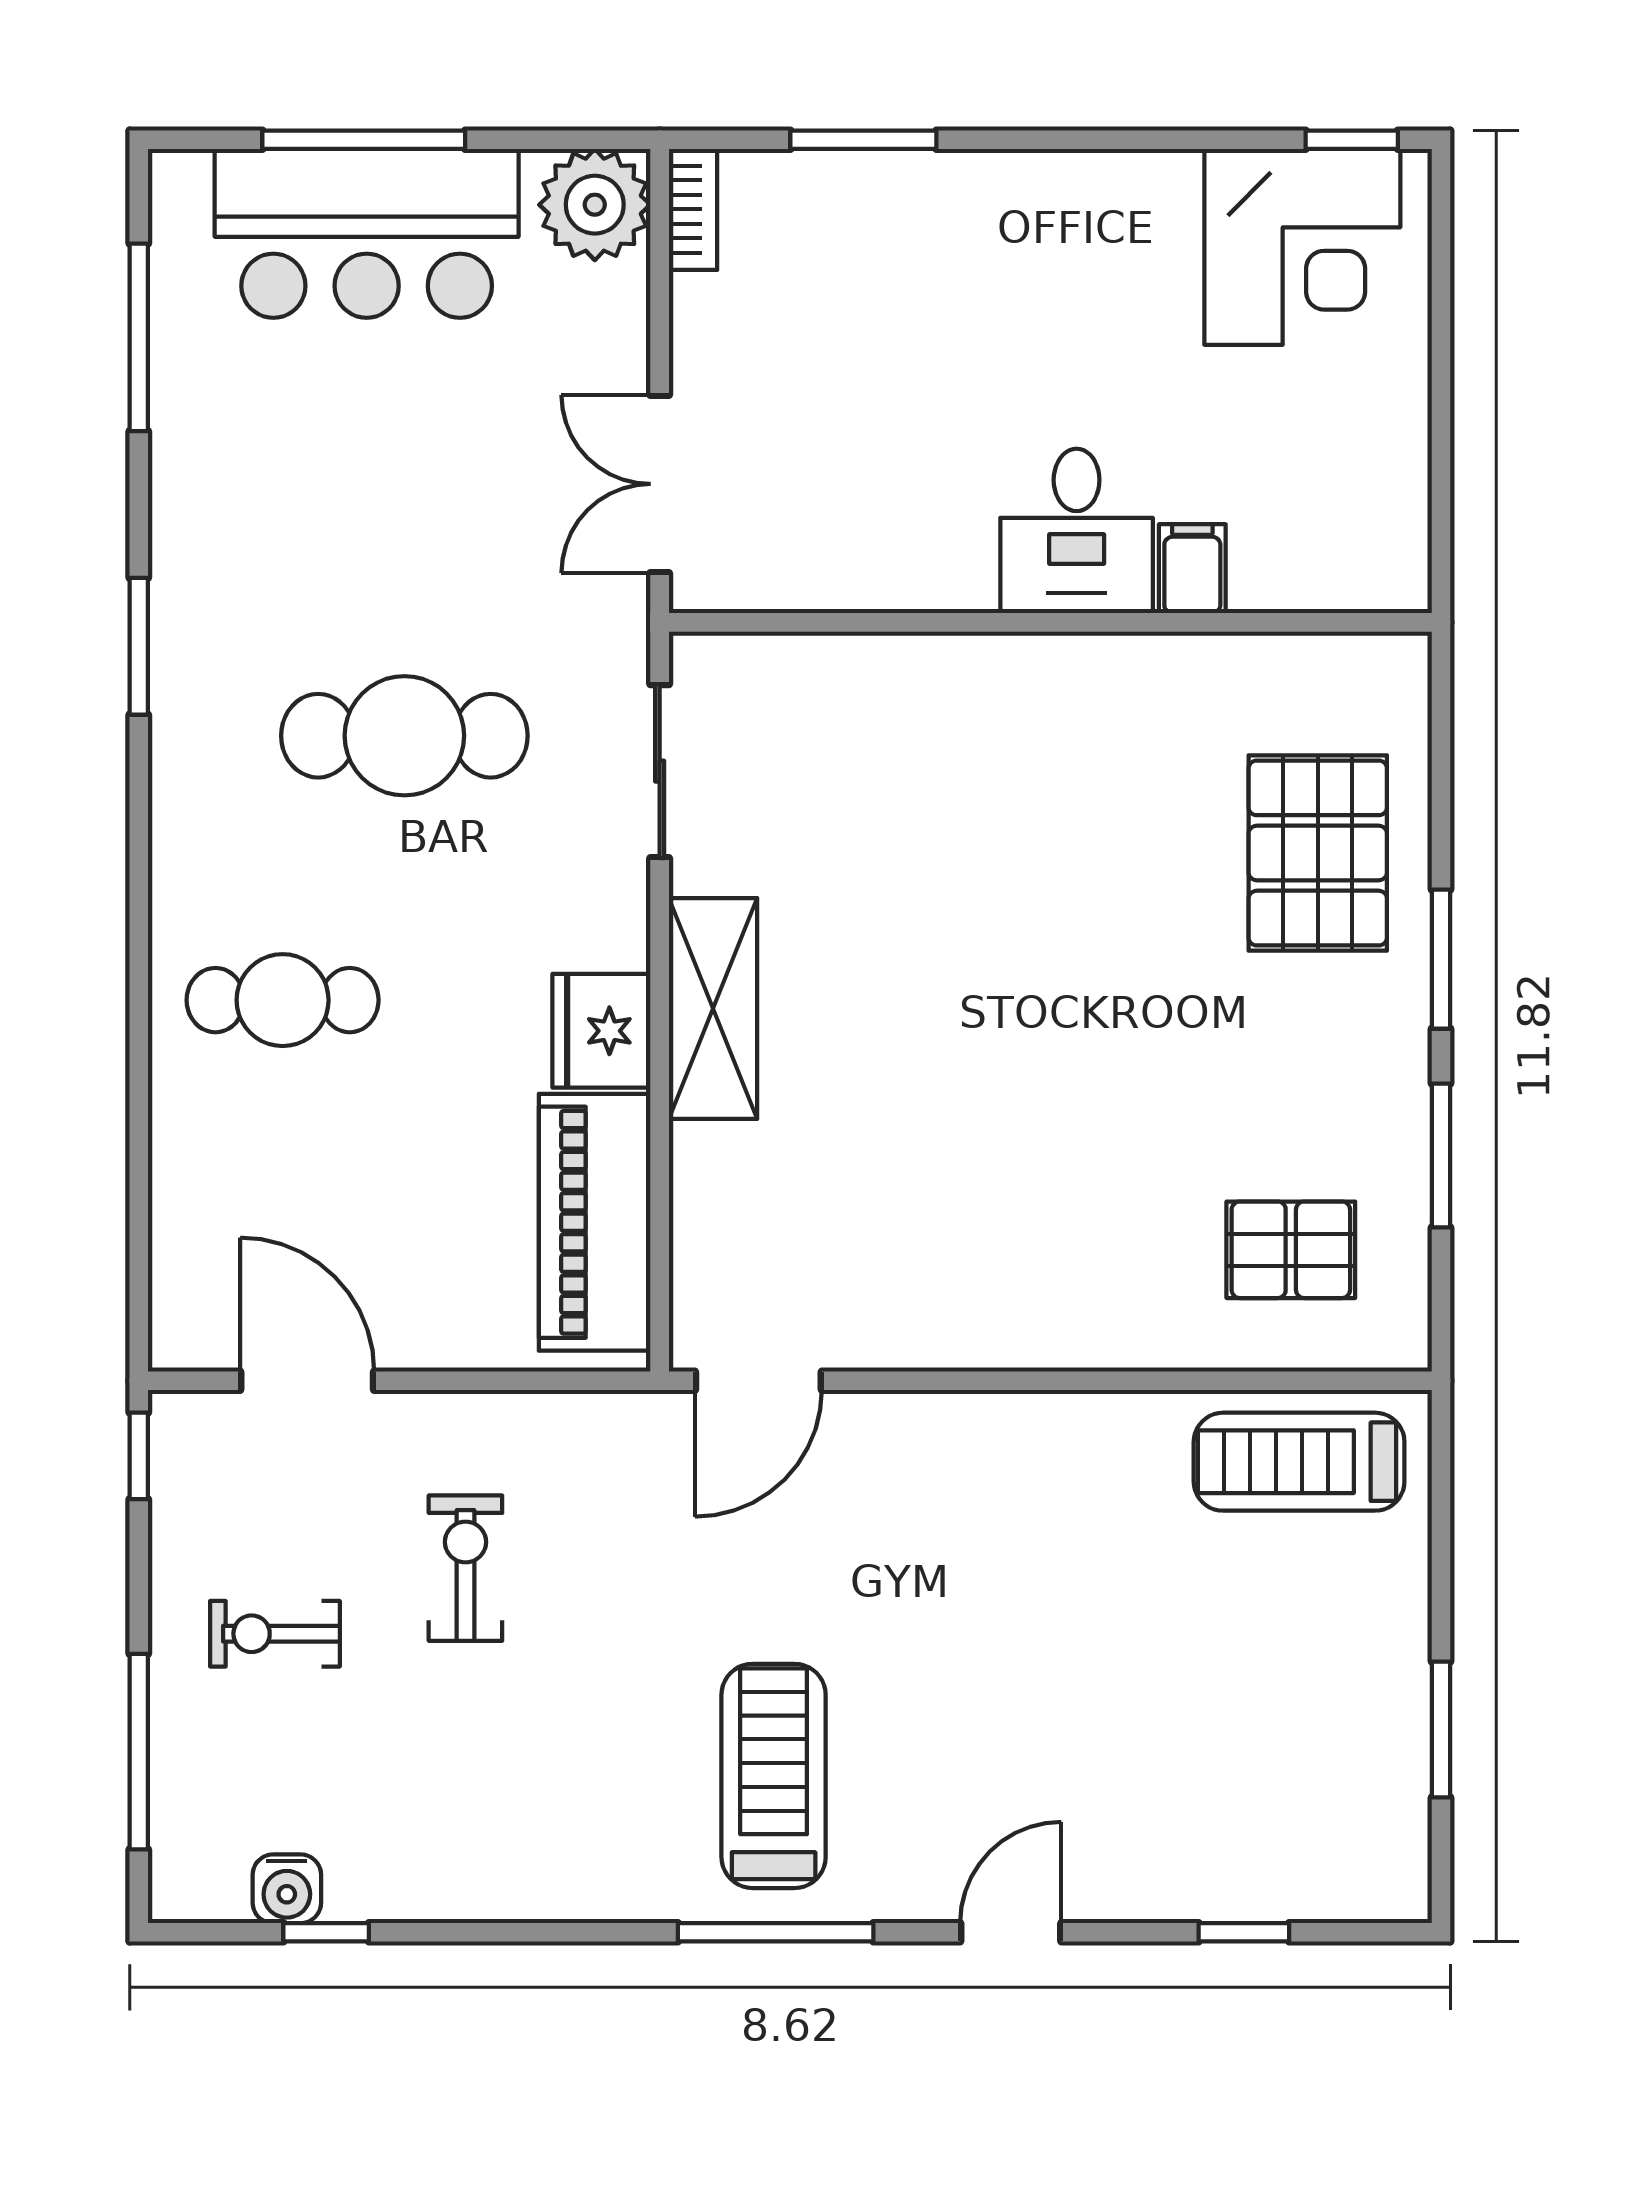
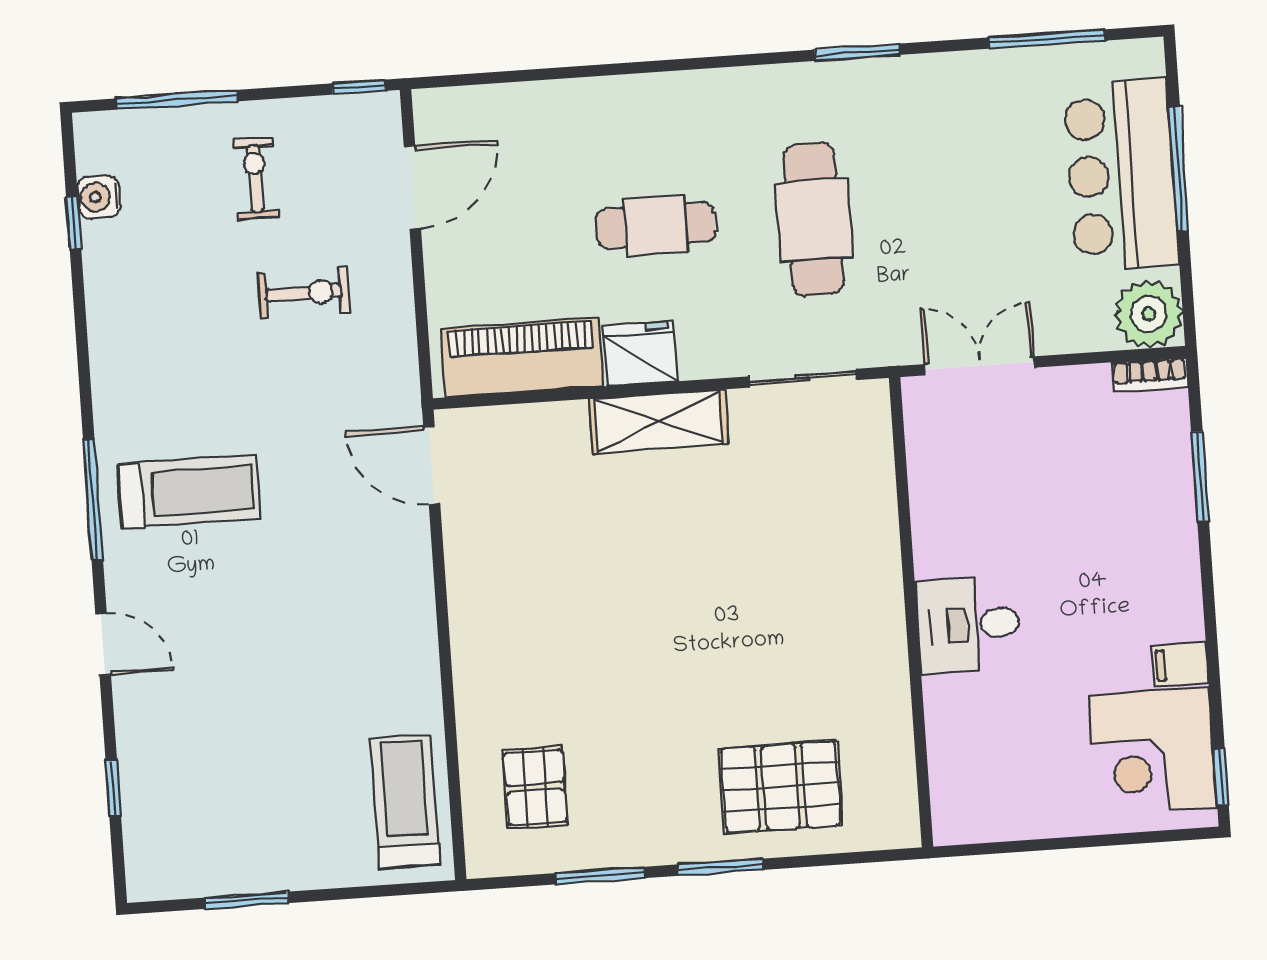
filing cabinet: (1192, 569) -> (1180, 664), moved, turned 180
cafe table: (283, 1000) -> (656, 225), moved, turned 90

